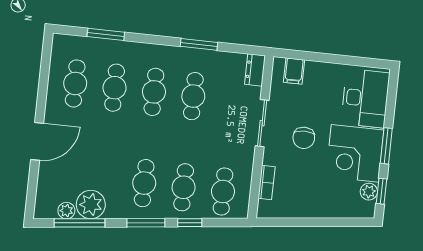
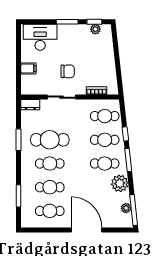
filing cabinet: (294, 71) -> (28, 68), moved
cafe table: (193, 96) -> (50, 140), width x1.37, depth x1.35
door: (37, 141) -> (87, 230), width x1.36
corner desk: (355, 153) -> (74, 40), removed
plant: (91, 205) -> (120, 183), moved
window: (79, 223) -> (134, 210), moved

